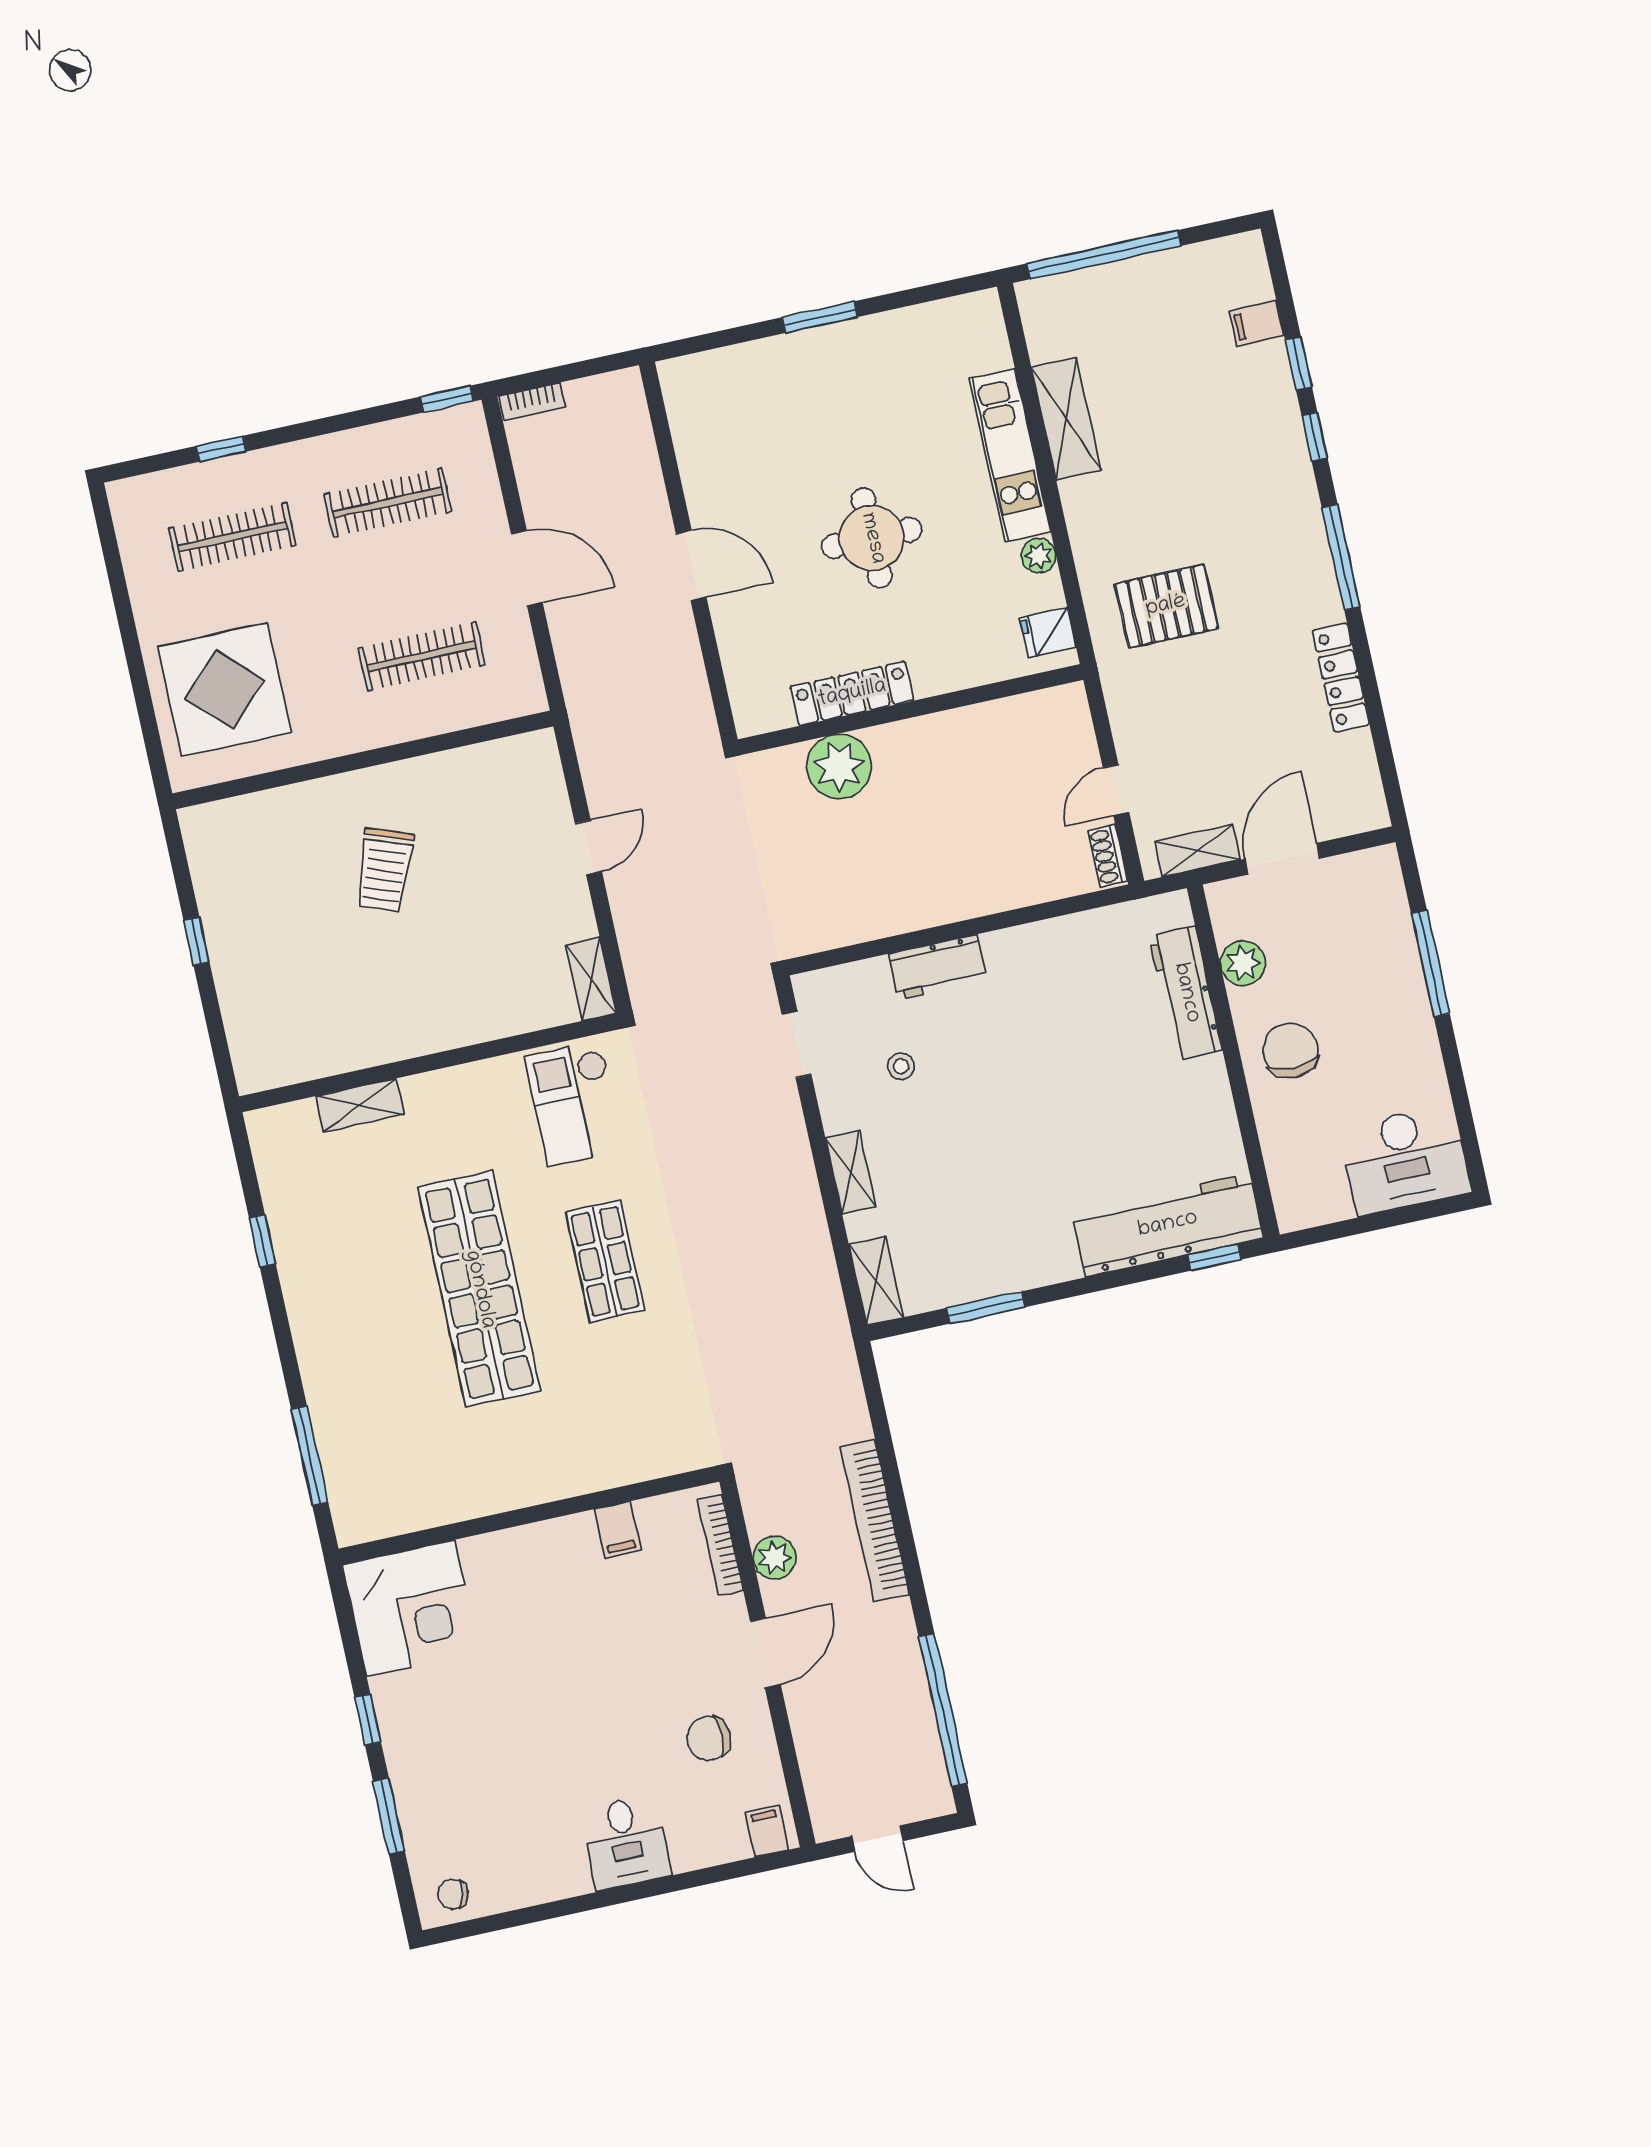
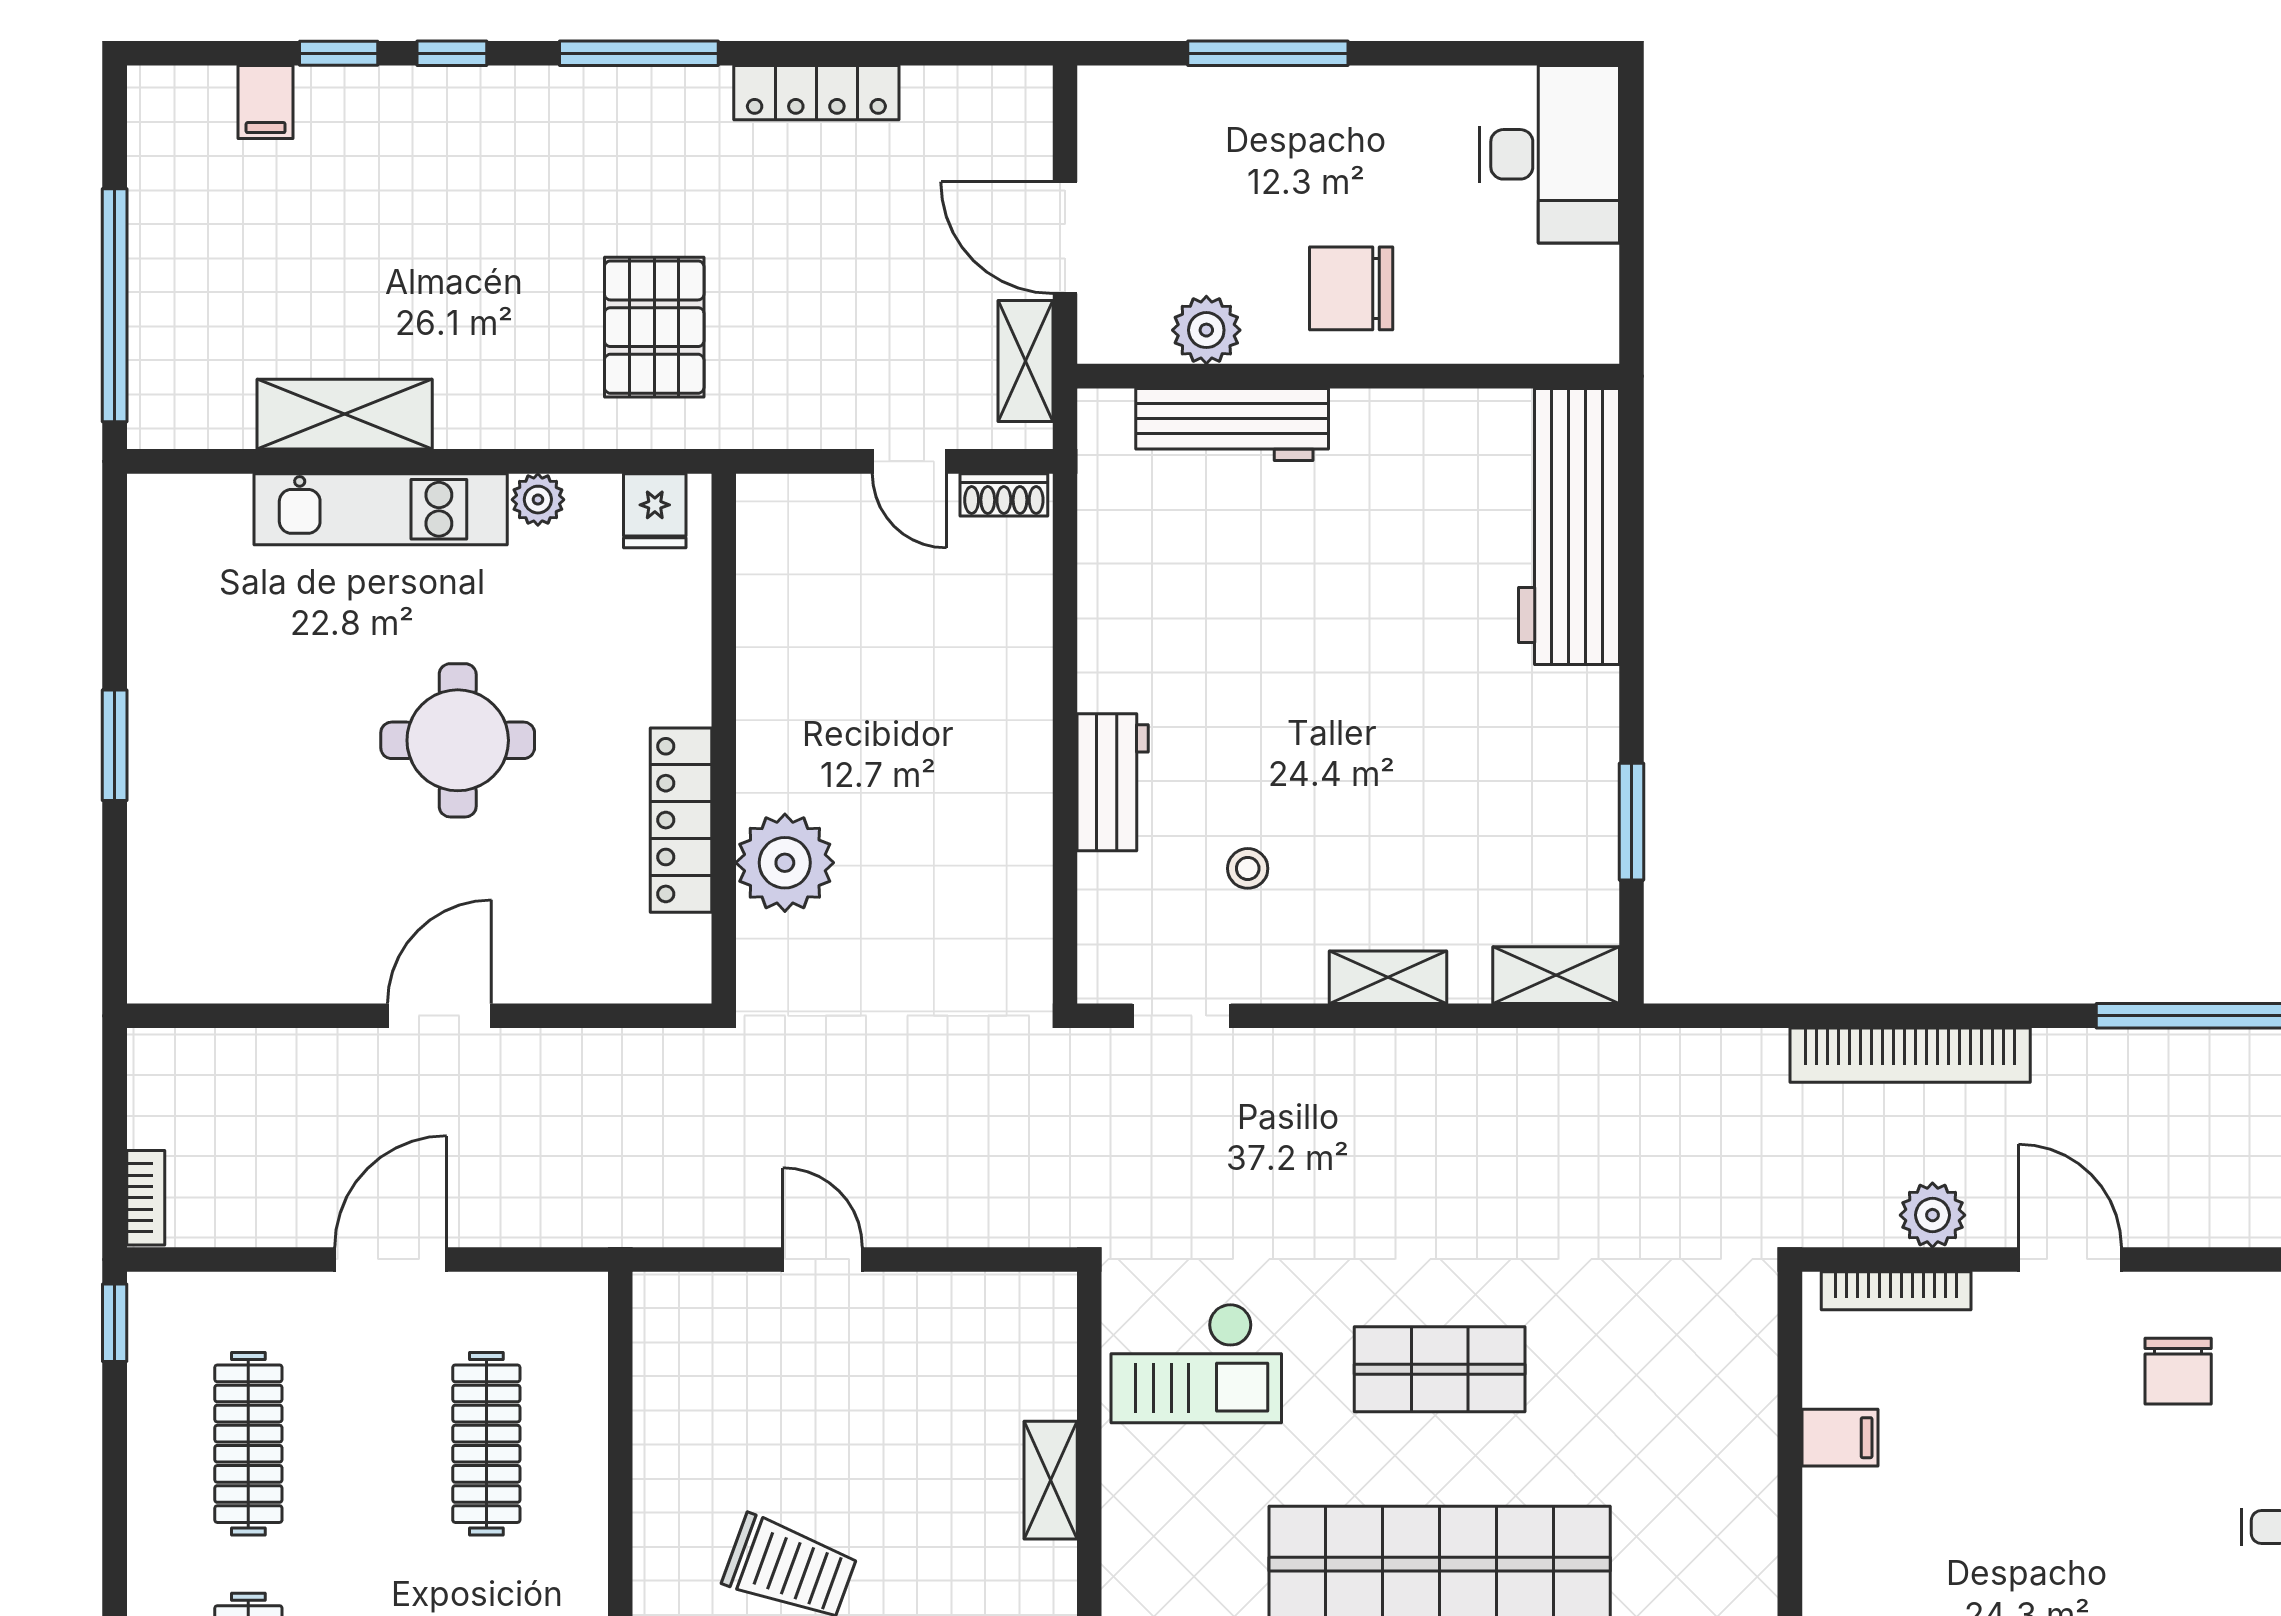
shelving: (591, 979) -> (1051, 1480), moved, turned 90
window: (1214, 1257) -> (1632, 468), removed

